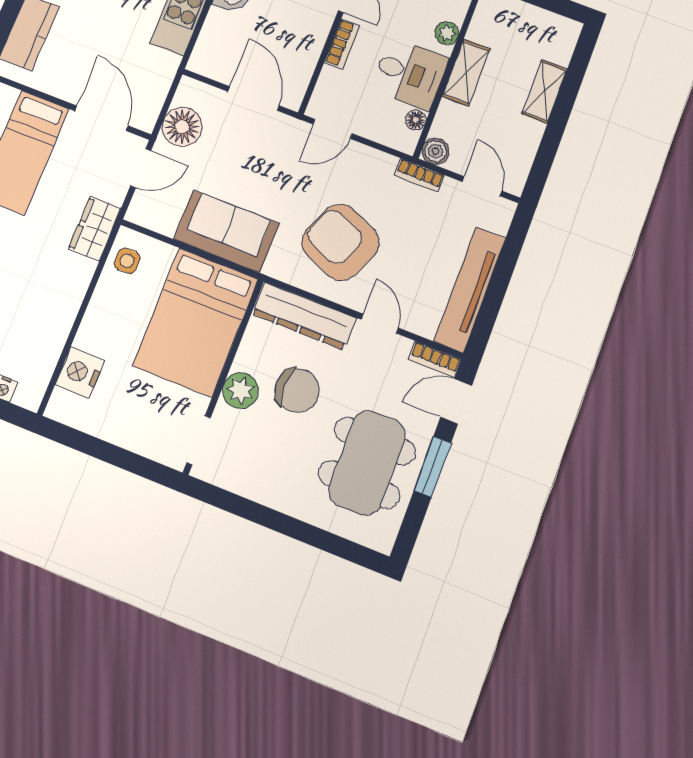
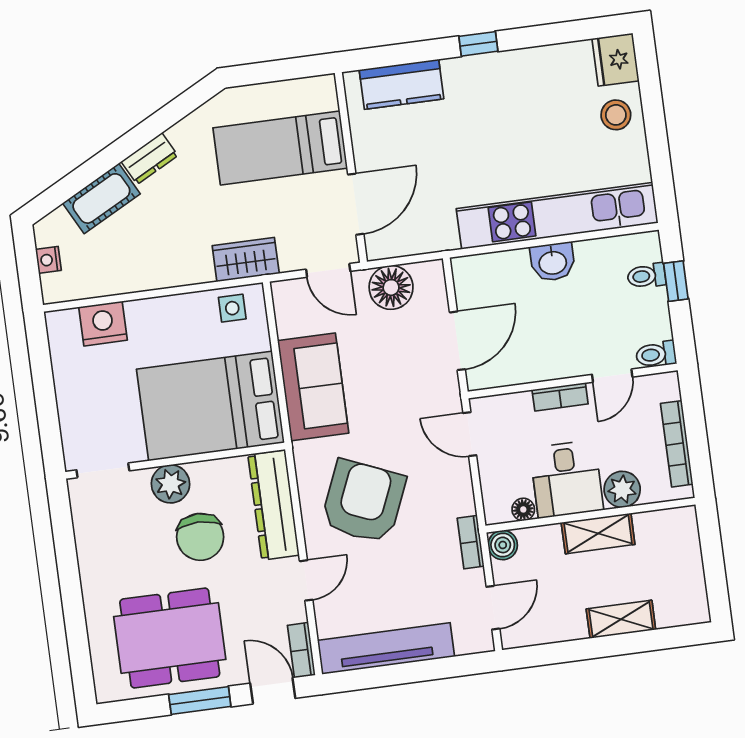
plant: (447, 33) -> (622, 489), width x1.38, depth x1.38

